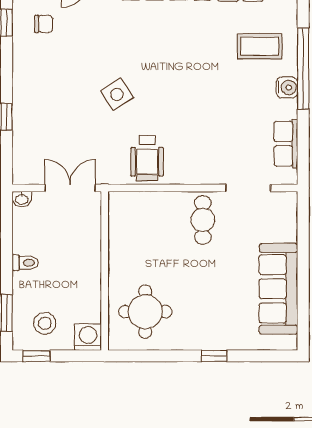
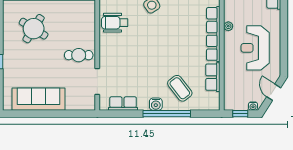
coffee table: (260, 46) -> (180, 88), turned -38
round table: (145, 312) -> (34, 29), moved, turned 32

